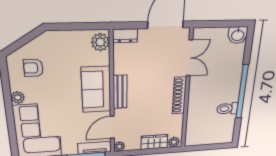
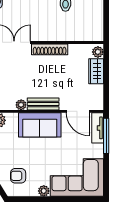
armchair: (33, 68) -> (18, 176), turned 90
plant: (119, 146) -> (21, 105), moved

